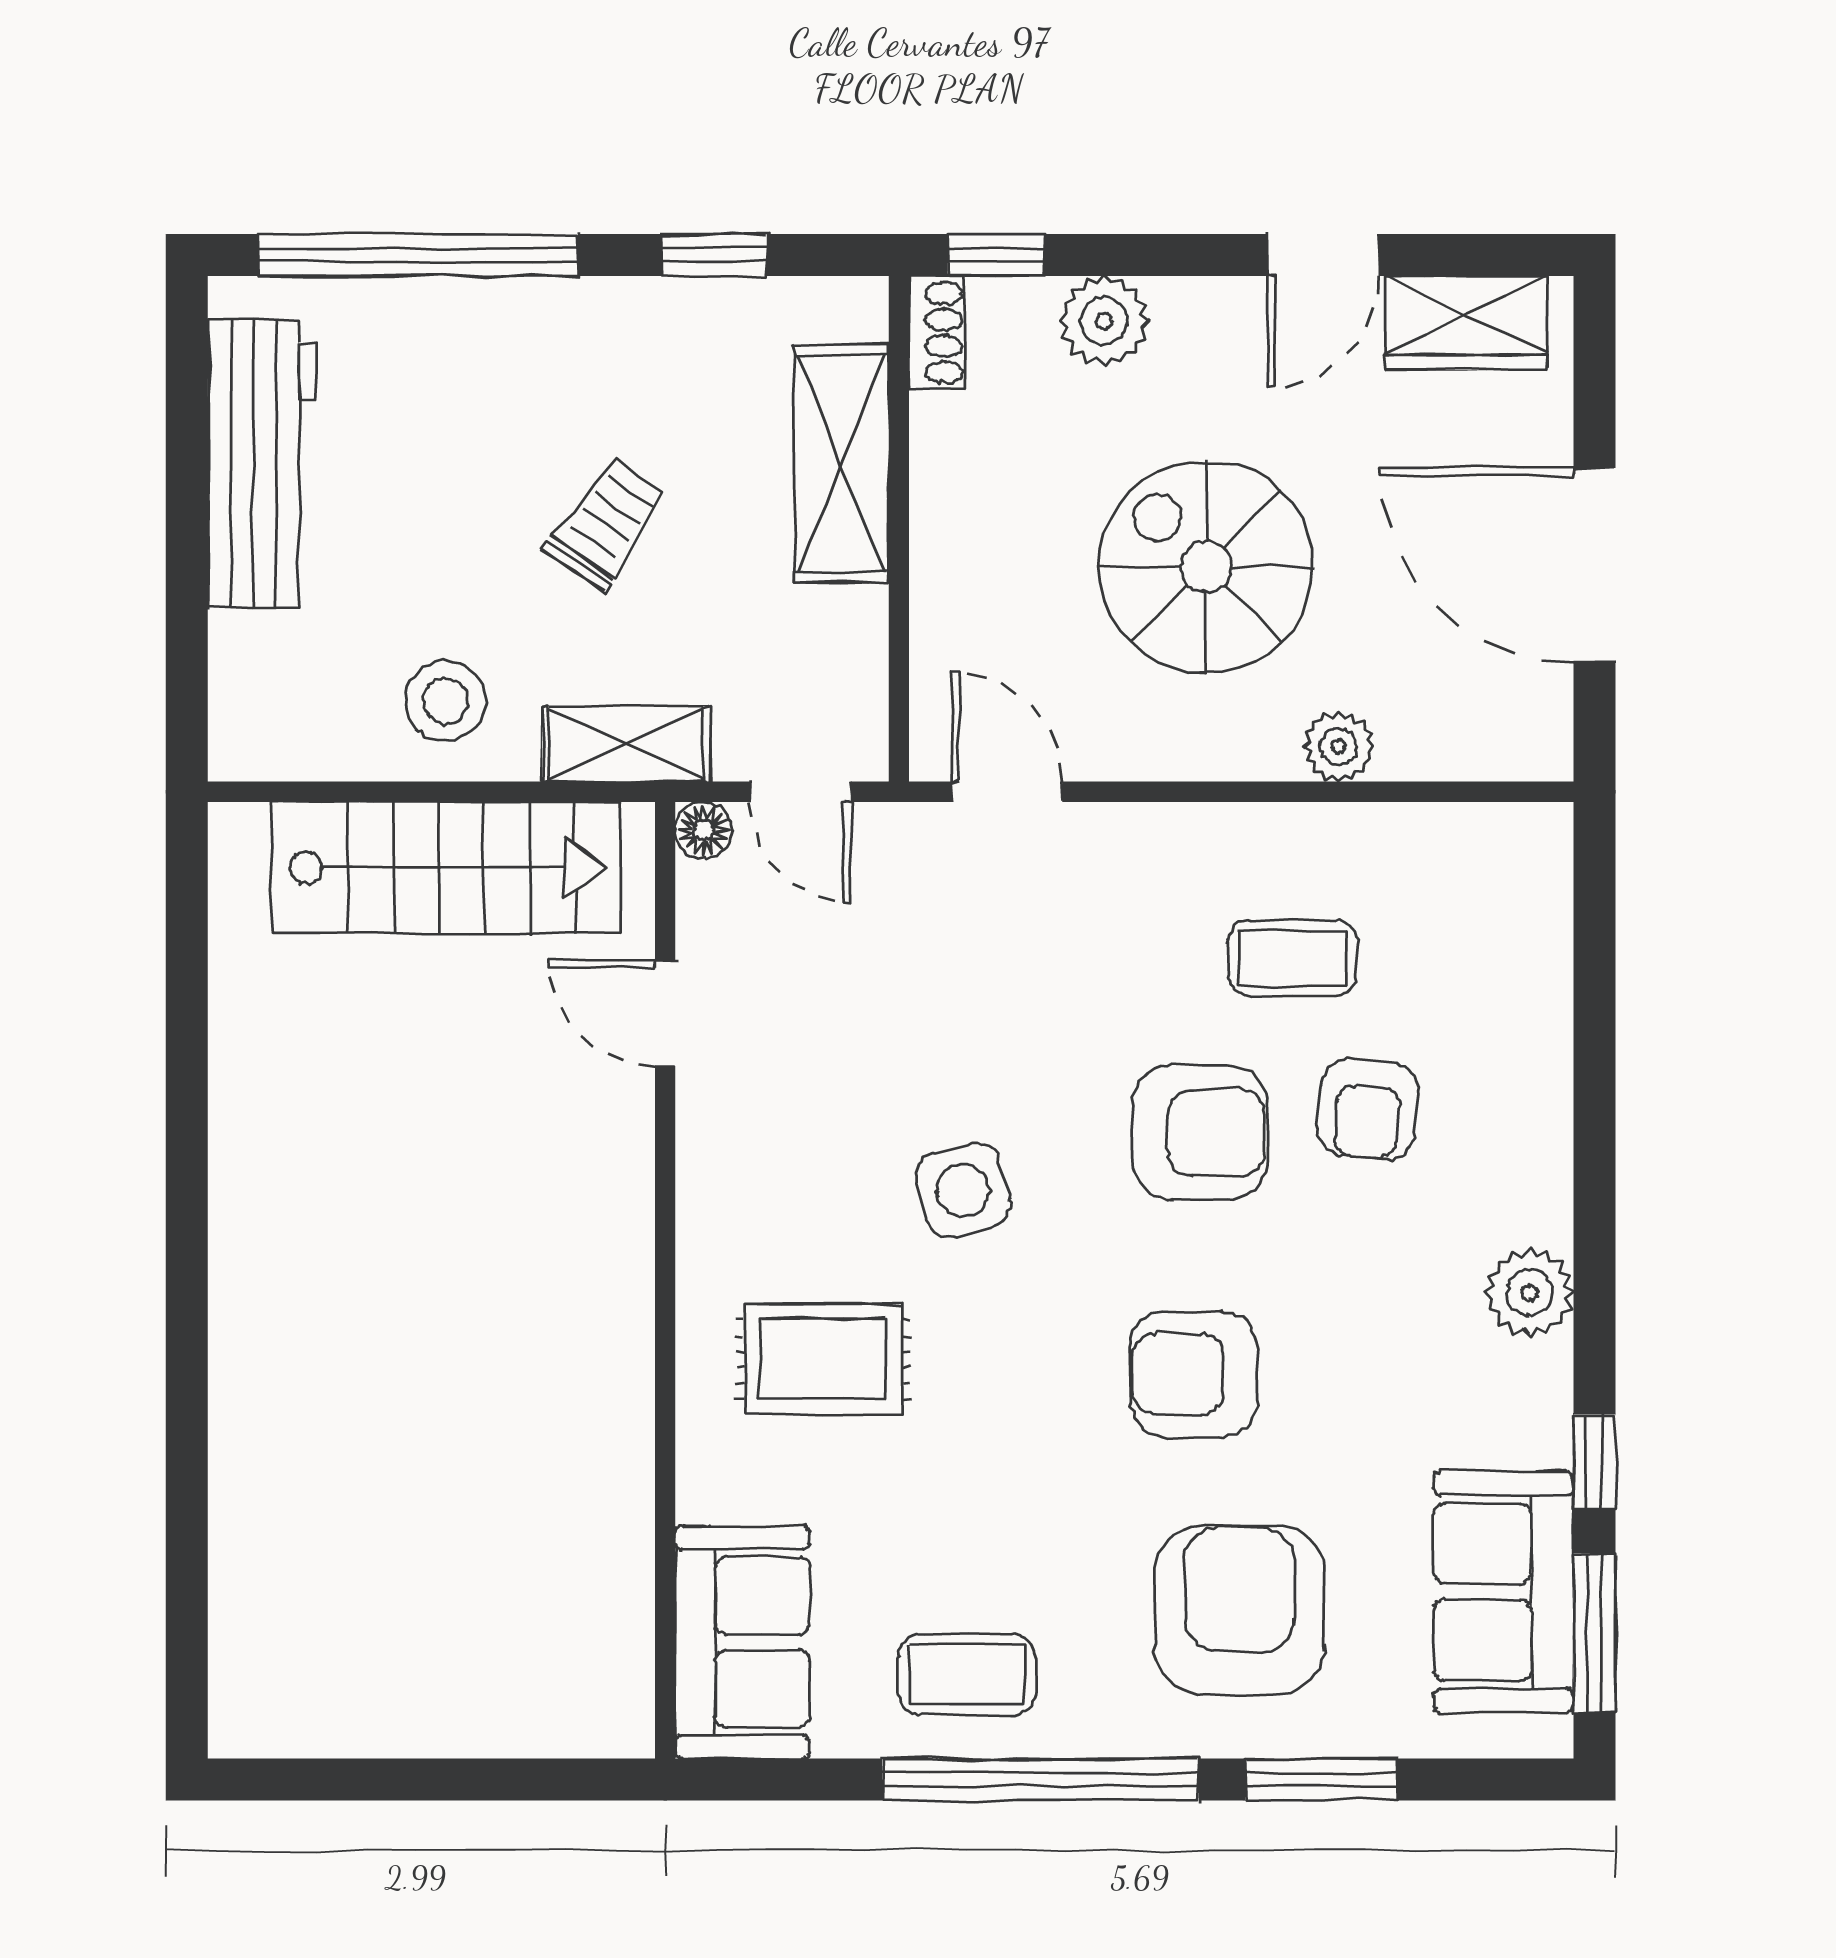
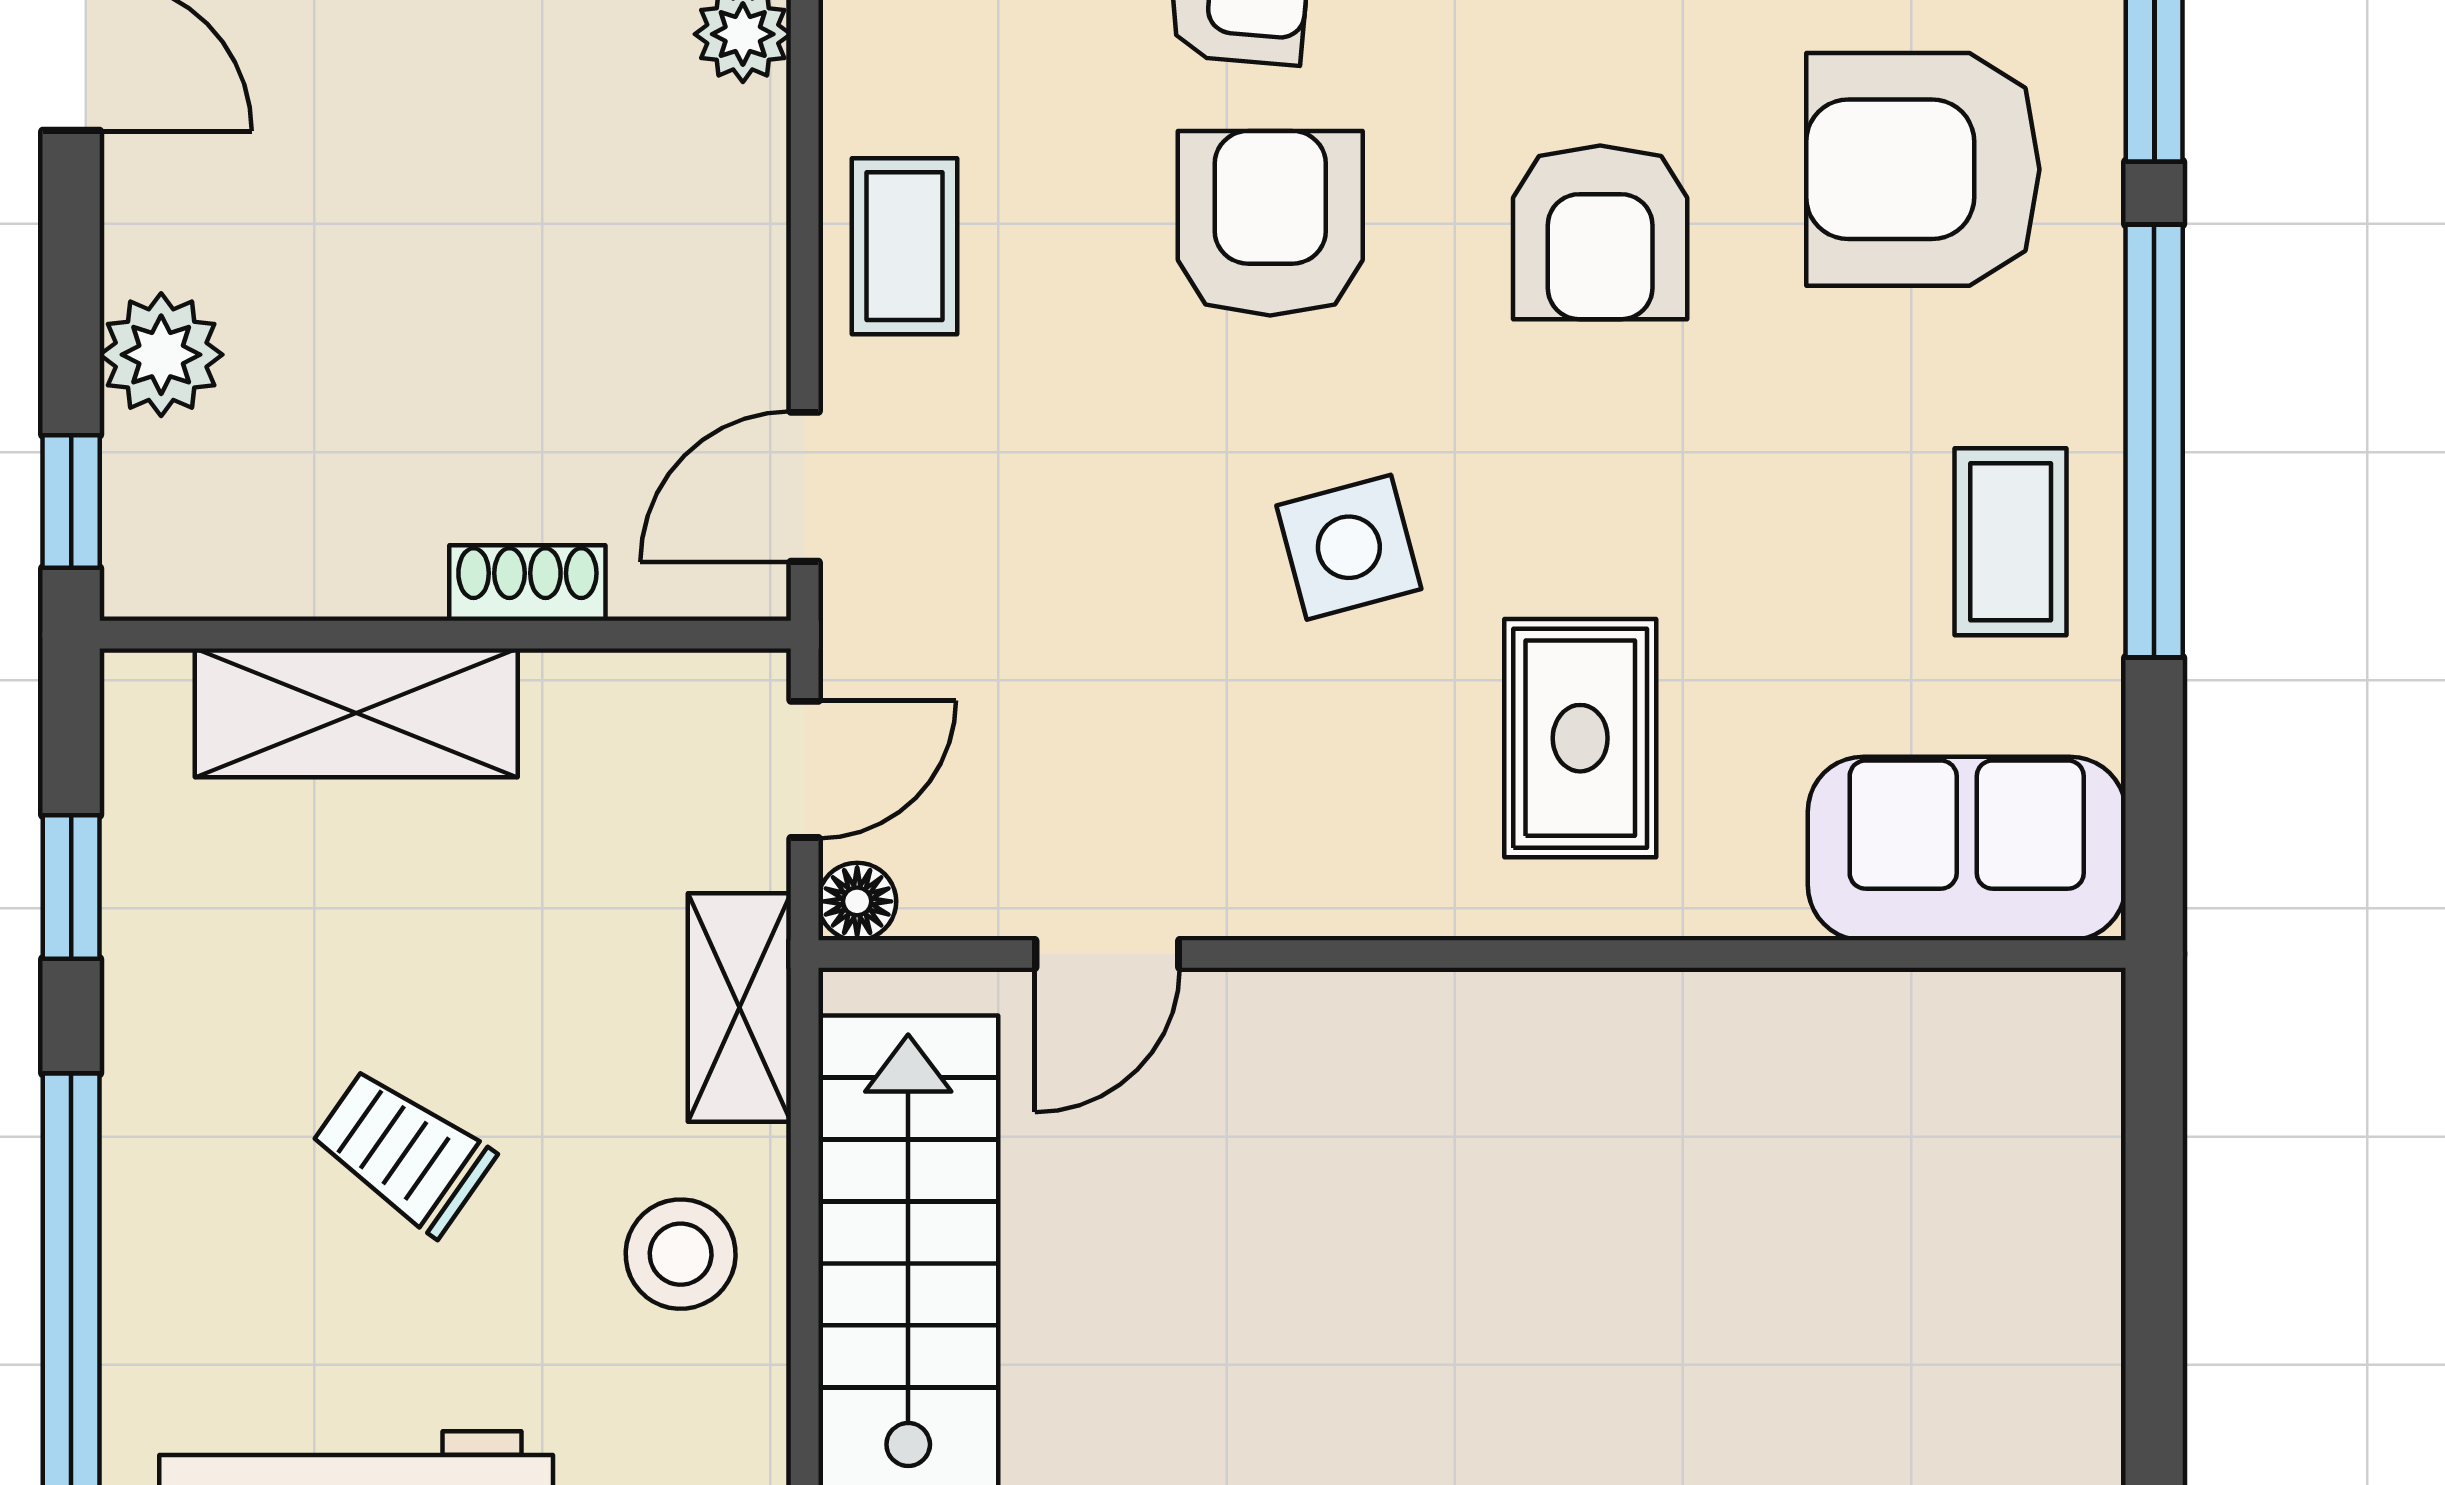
shoe rack: (937, 333) -> (527, 583), moved
trolley: (607, 523) -> (403, 1152), moved
spiral stairs: (1206, 566) -> (497, 215), removed
coffee table: (1292, 958) -> (904, 246), moved

